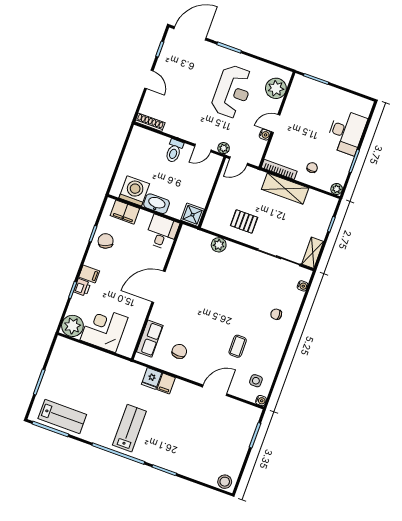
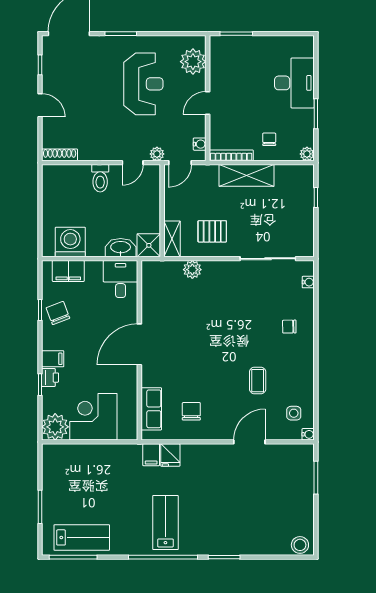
water cooler: (265, 135) -> (200, 144), moved
washbasin: (157, 204) -> (121, 248), moved
shelving: (313, 253) -> (172, 239), moved
filing cabinet: (166, 384) -> (151, 455), moved

